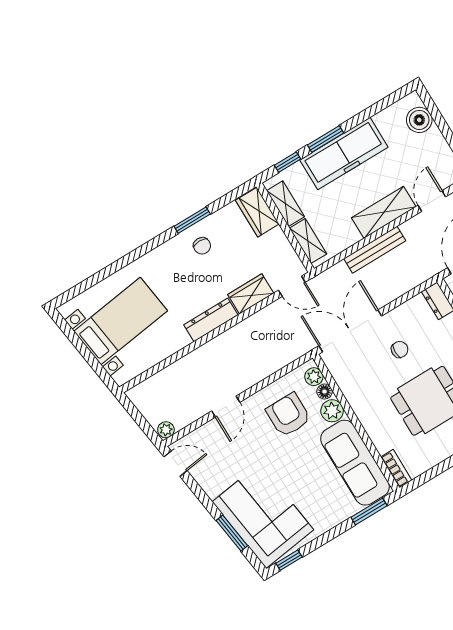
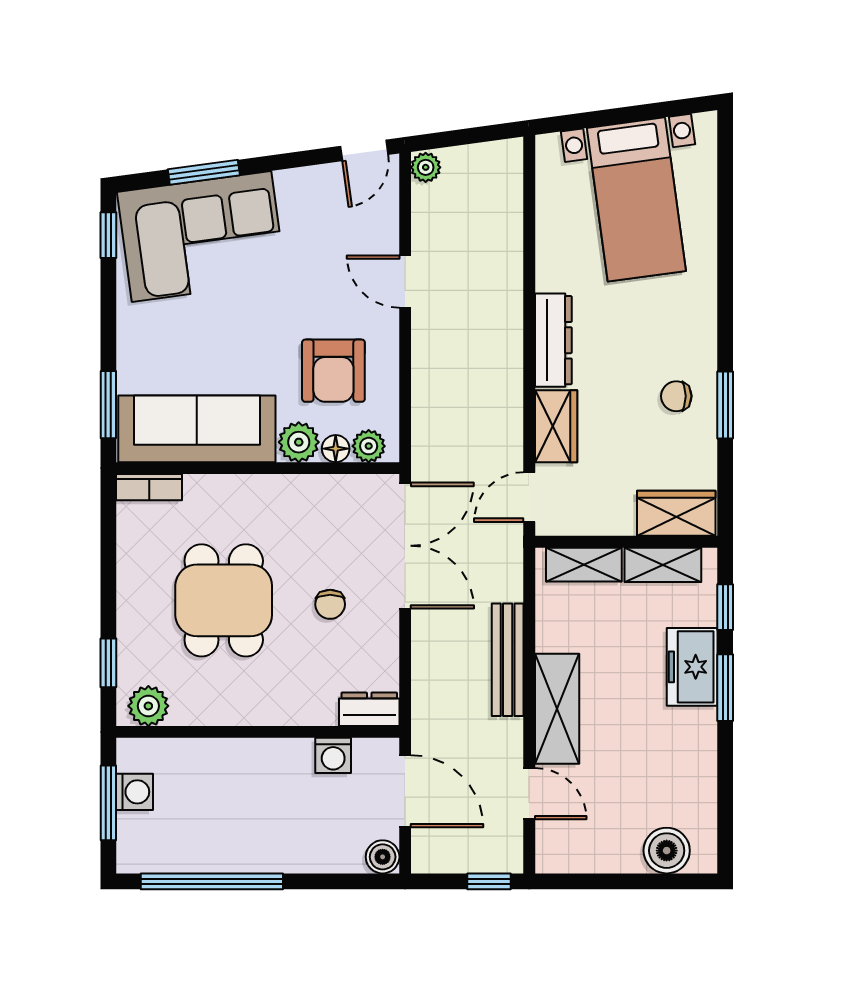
freezer: (344, 154) -> (692, 667), width x0.52, depth x0.79
armchair: (288, 415) -> (333, 371), turned 90

